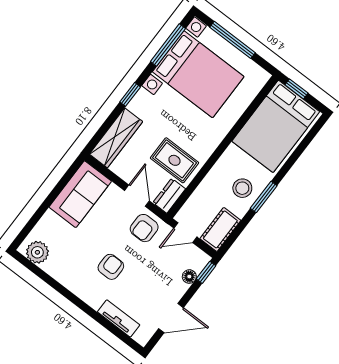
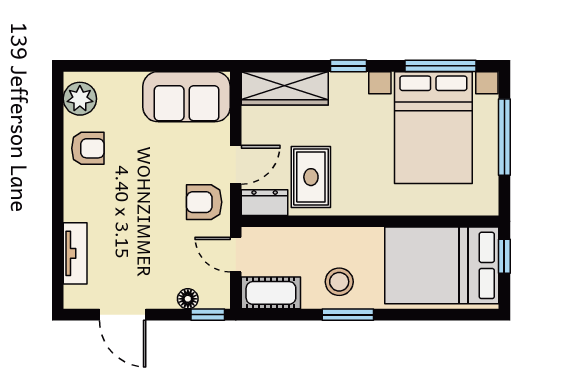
armchair: (111, 267) -> (88, 148), moved

